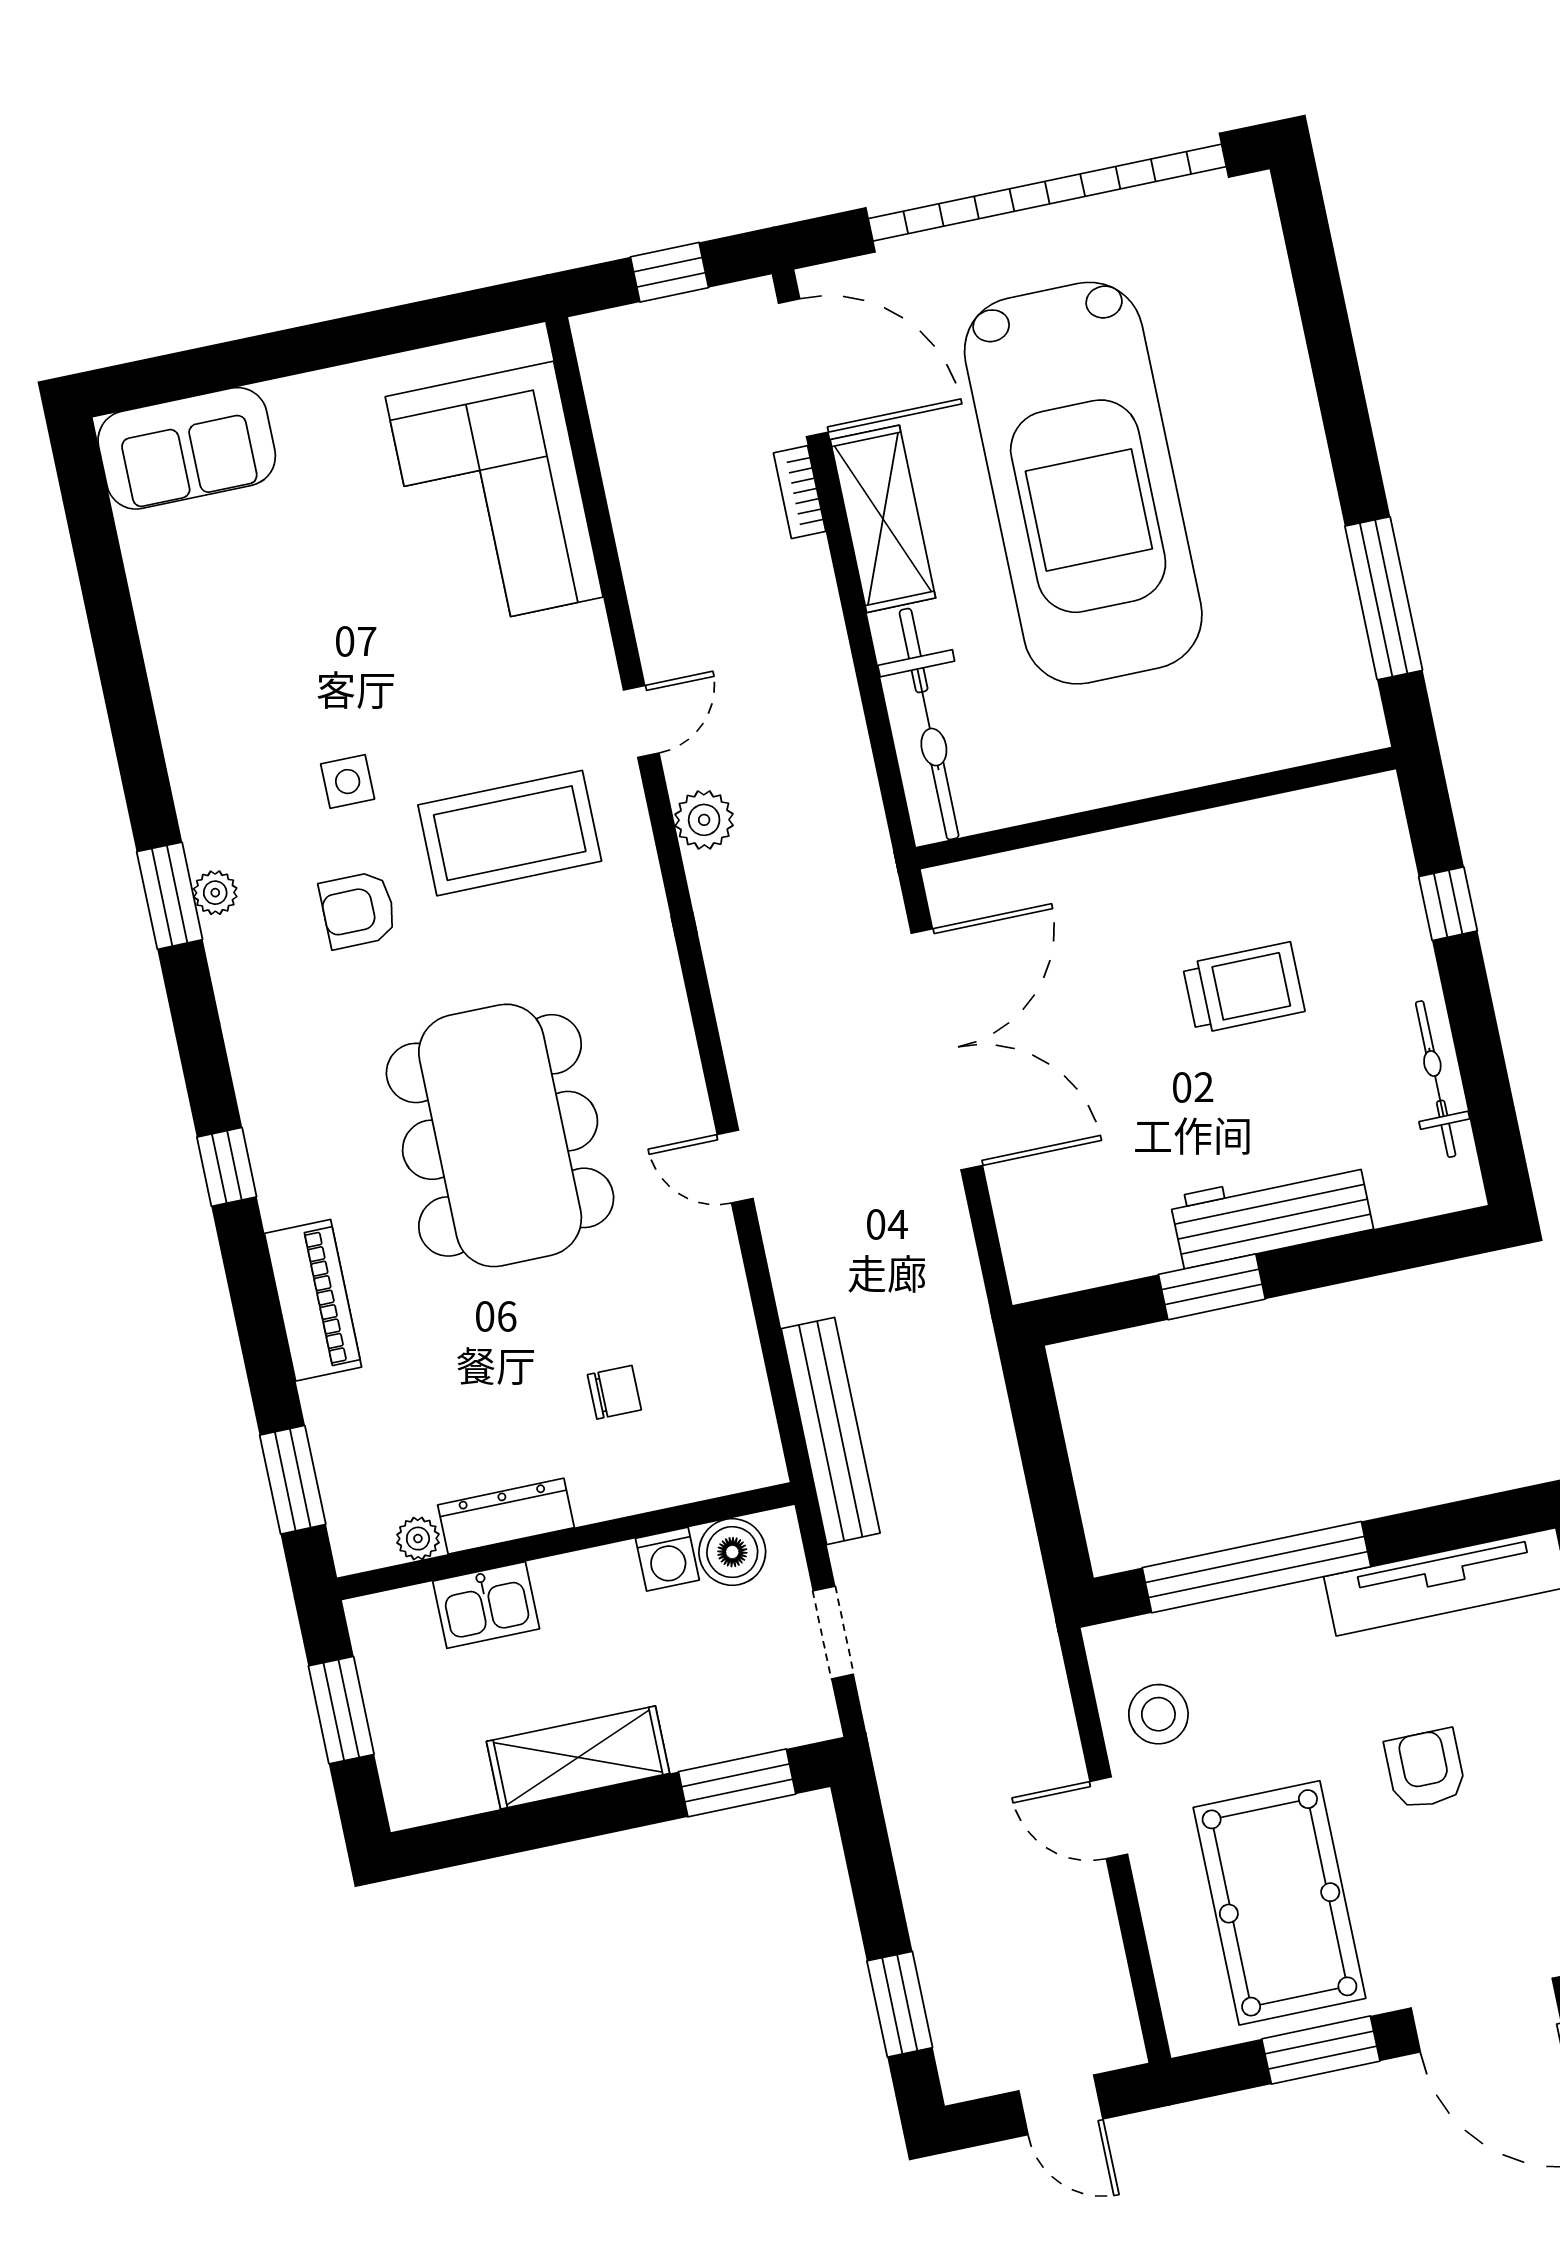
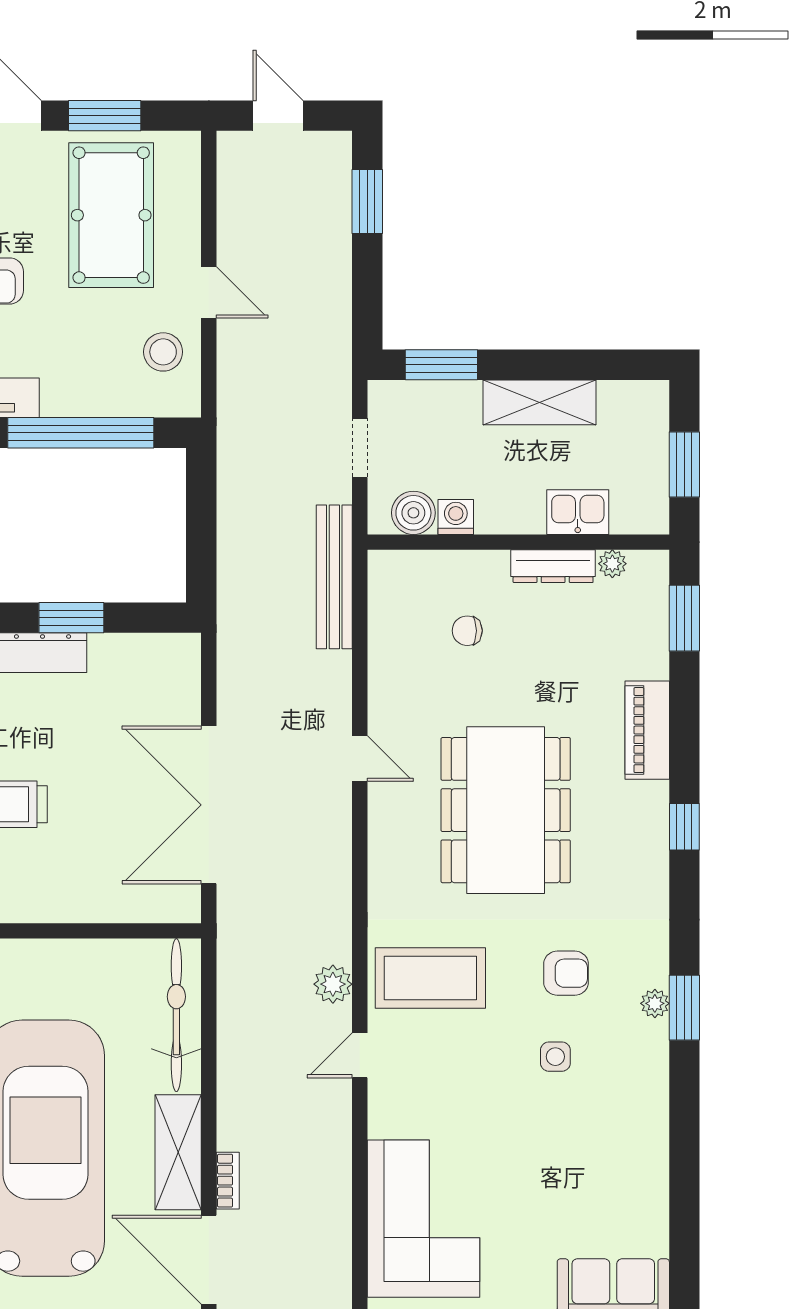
coffee table: (510, 833) -> (430, 978), moved

